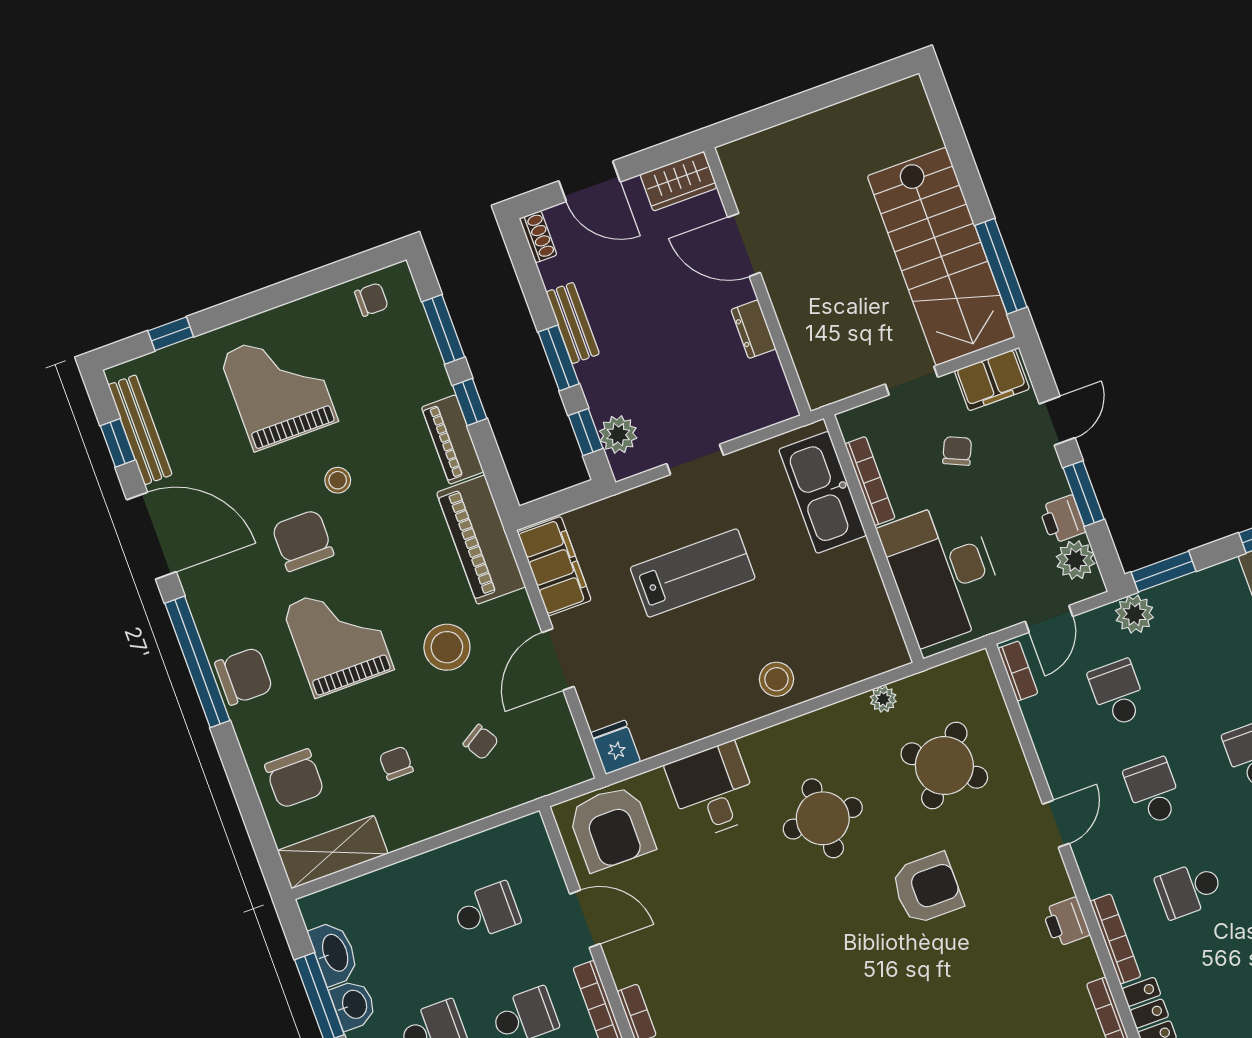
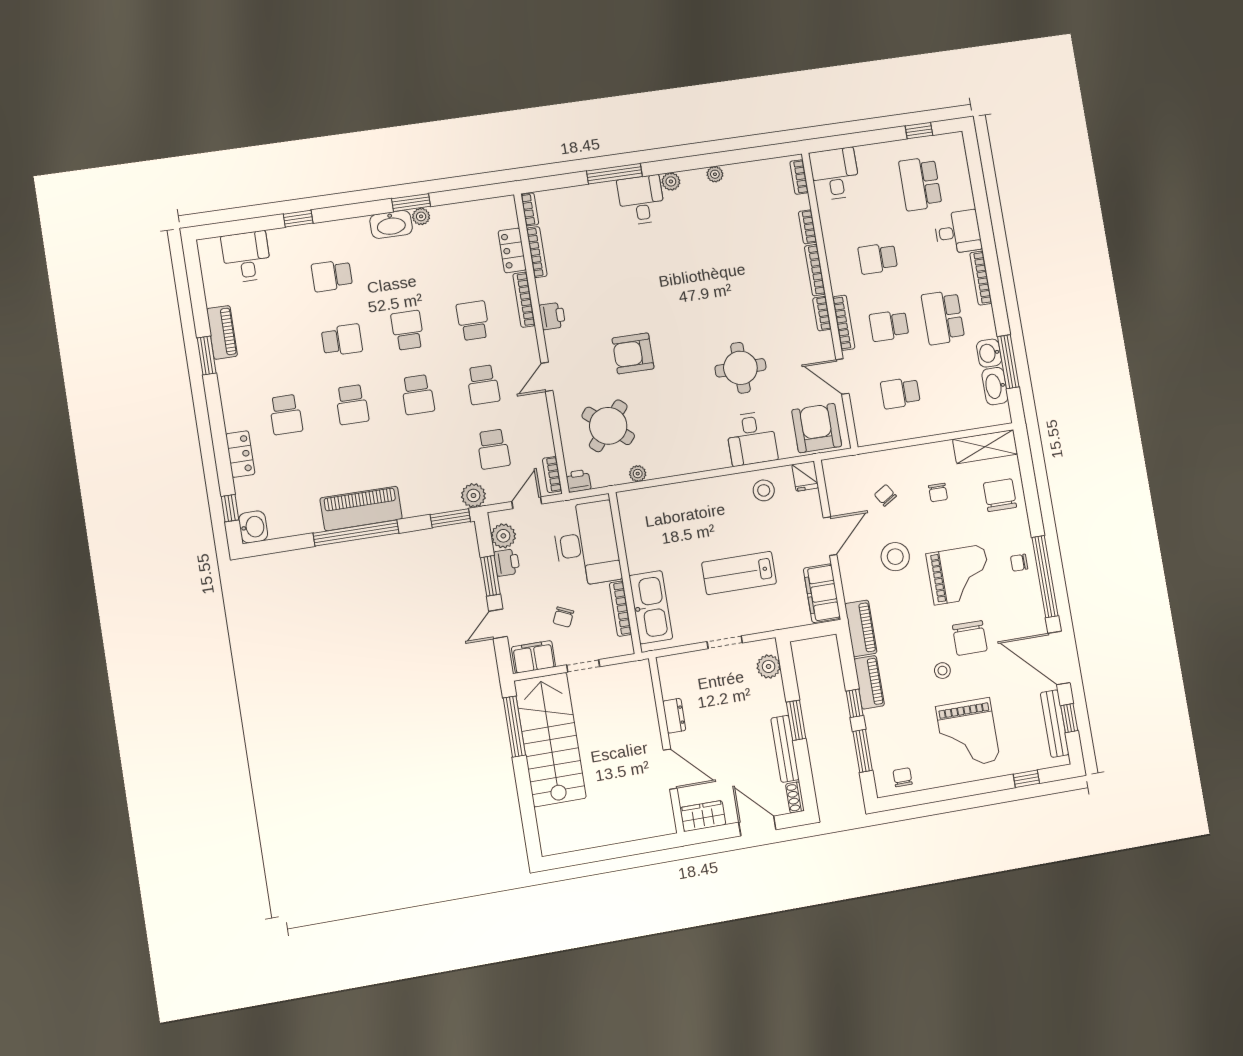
chair: (371, 300) -> (903, 777), turned 90
bench: (573, 323) -> (785, 749), width x1.36
window: (586, 432) -> (788, 672), removed
piano: (481, 540) -> (861, 628), width x0.73, depth x0.75
grand piano: (338, 638) -> (959, 575), turned -90
printer: (975, 669) -> (578, 481), added
chair: (244, 676) -> (1019, 563), width x0.54, depth x0.54
stool: (776, 679) -> (764, 490), moved
round table: (823, 818) -> (740, 368), moved
school desk: (1189, 889) -> (473, 321), turned -90

